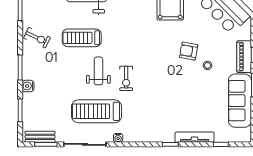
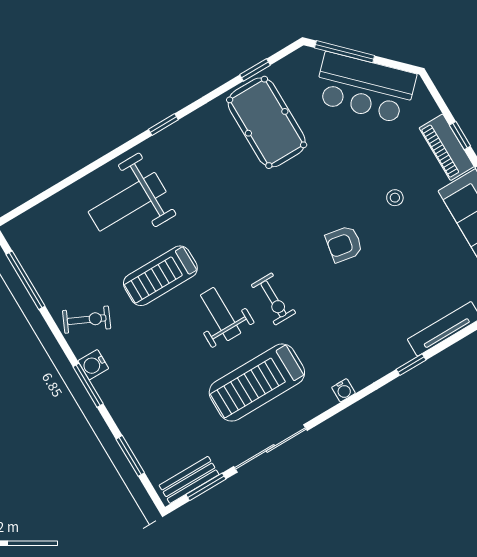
armchair: (189, 51) -> (344, 244), moved
water cooler: (28, 86) -> (93, 365), moved
water cooler: (118, 138) -> (343, 390), moved

